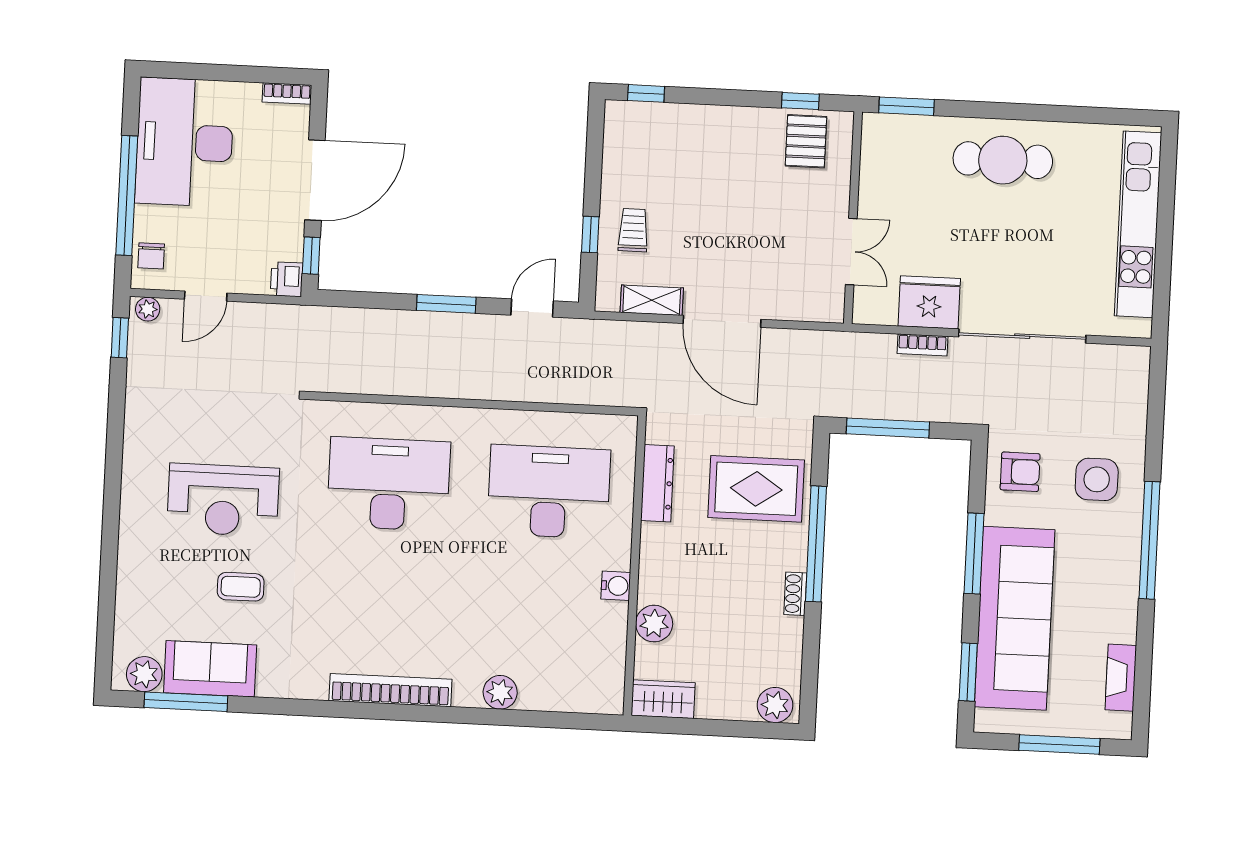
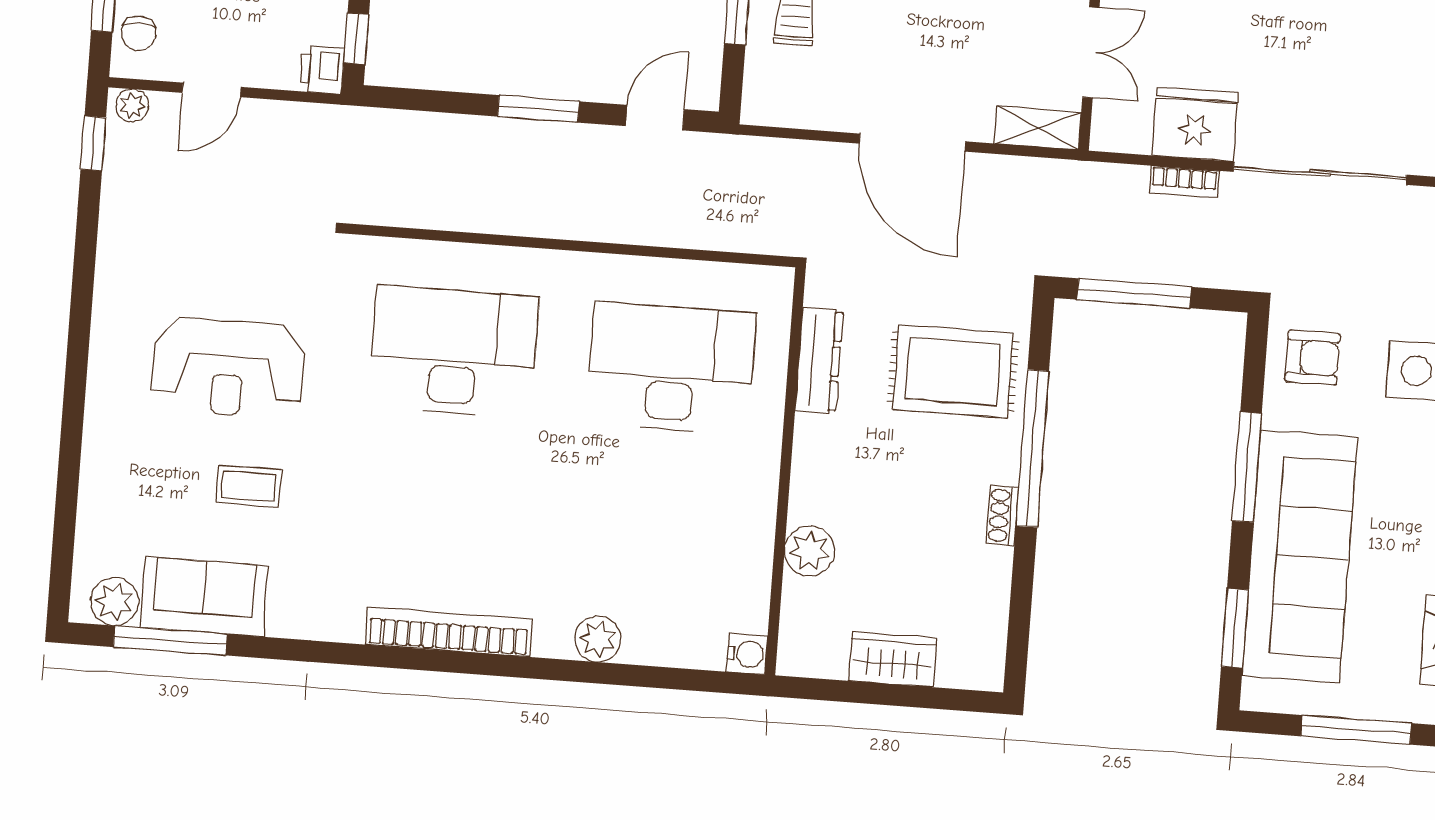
shelving: (652, 300) -> (1038, 128), moved
water cooler: (616, 586) -> (747, 654), moved
wardrobe: (663, 699) -> (893, 660), moved
plant: (775, 705) -> (971, 666), removed

